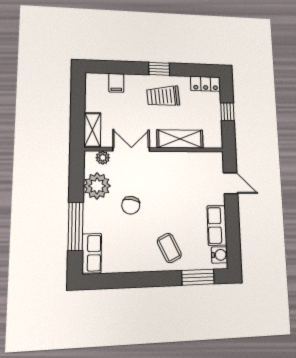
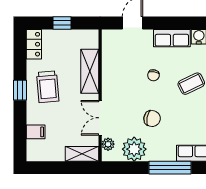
chair: (177, 206) -> (153, 75), added

